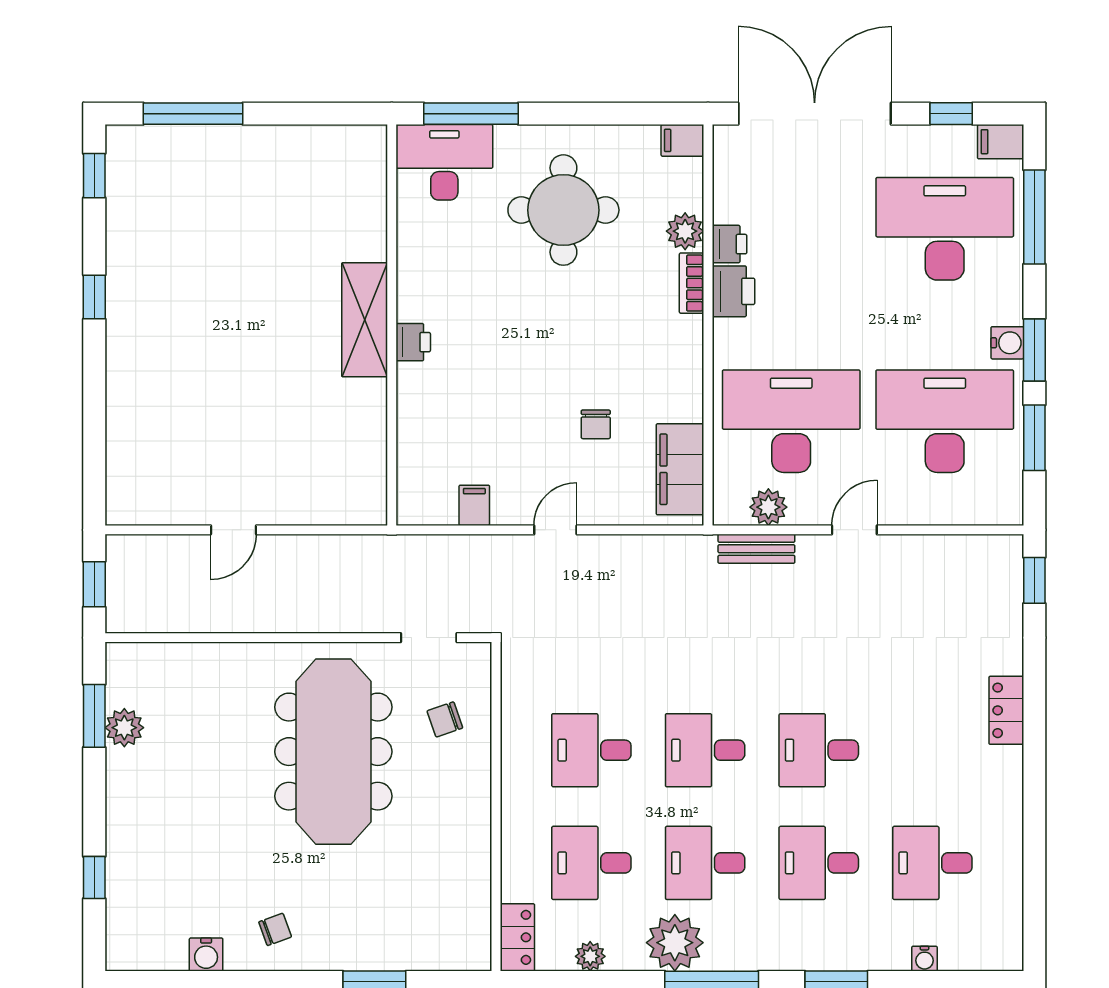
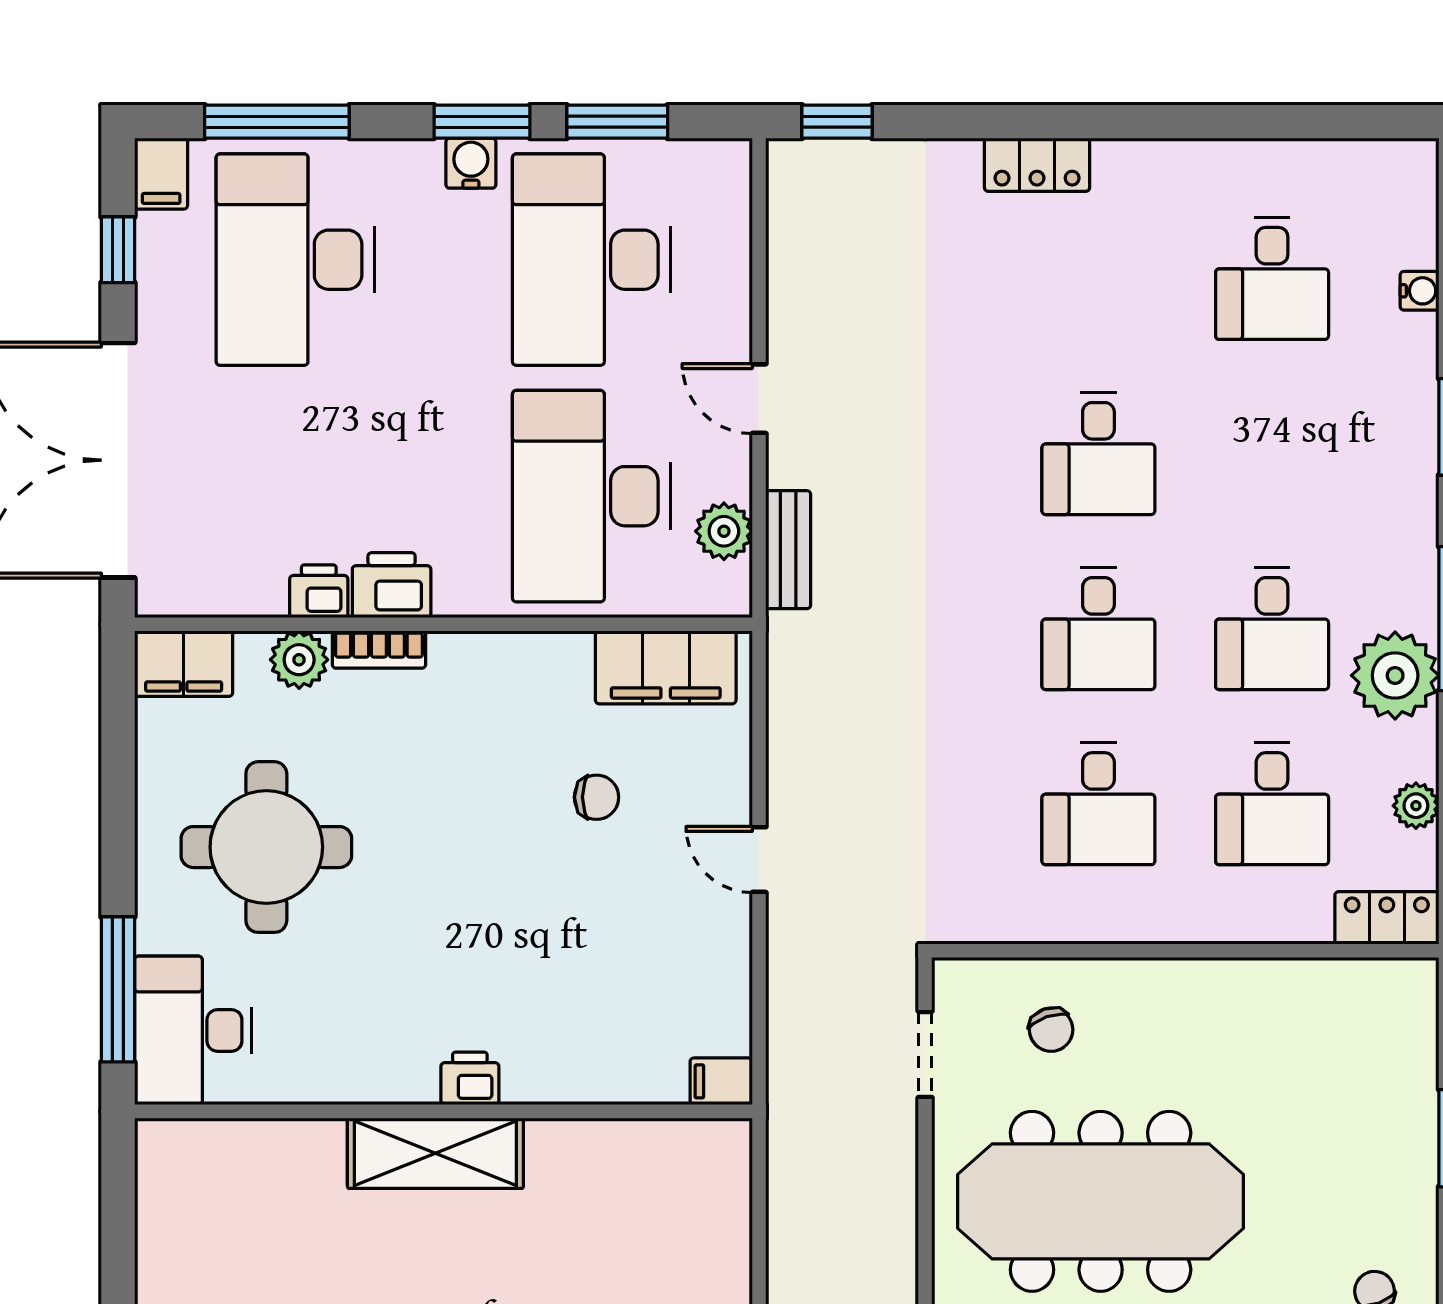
filing cabinet: (682, 140) -> (184, 664), width x2.00
filing cabinet: (474, 505) -> (721, 1081), moved
desk: (819, 863) -> (1272, 454), removed

